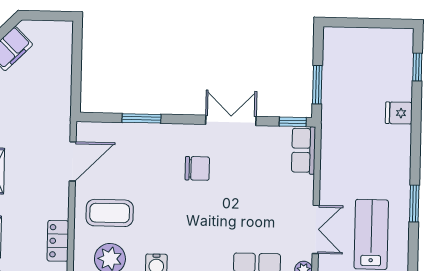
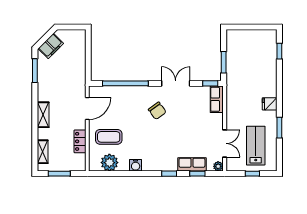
fridge: (399, 113) -> (270, 104), moved
window: (142, 118) -> (125, 83), width x2.11
chair: (197, 168) -> (157, 111), turned 54
locker: (58, 241) -> (80, 141), moved

